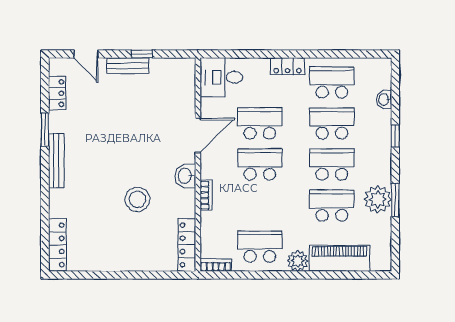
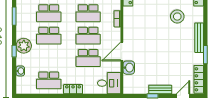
door: (86, 54) -> (183, 96), hinge flipped
locker: (57, 93) -> (199, 79), width x1.53
school desk: (332, 123) -> (88, 13), moved
washbasin: (185, 176) -> (129, 68), moved
stool: (137, 199) -> (177, 17), moved
plant: (378, 199) -> (24, 46), moved

